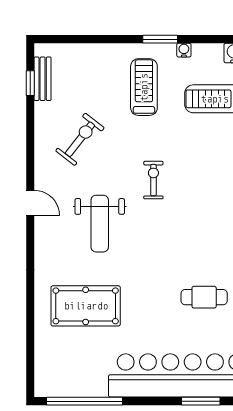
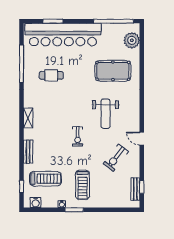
door: (30, 203) -> (142, 139), moved
weight bench: (100, 224) -> (106, 114), turned 180
plant: (49, 364) -> (132, 40), added

